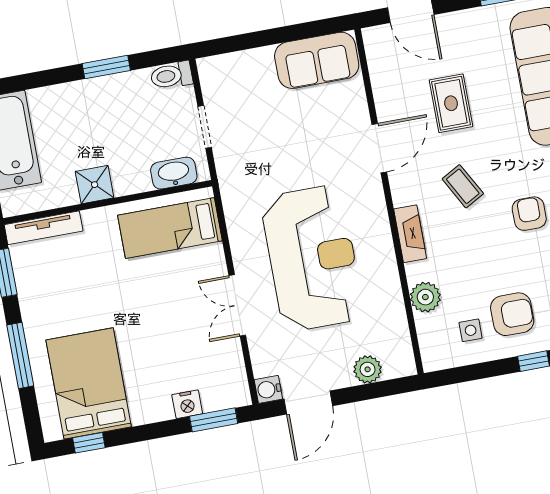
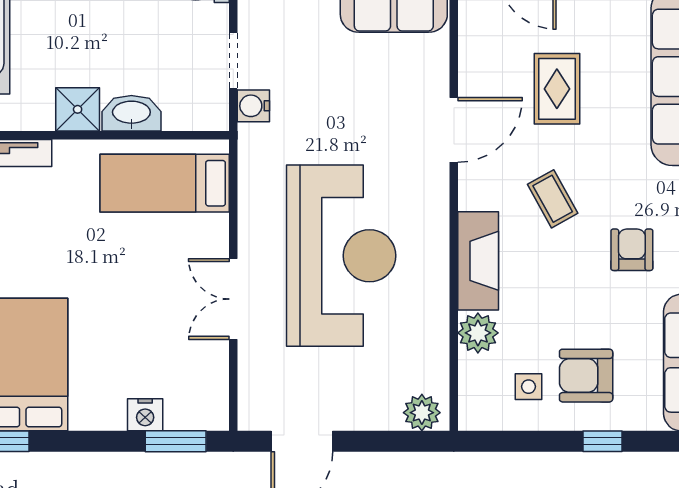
washbasin: (174, 173) -> (131, 113), moved
fireplace: (410, 234) -> (478, 261), width x1.37, depth x1.32
armchair: (512, 314) -> (586, 376), turned 180
plant: (368, 369) -> (422, 413), moved
water cooler: (268, 389) -> (253, 106), moved

